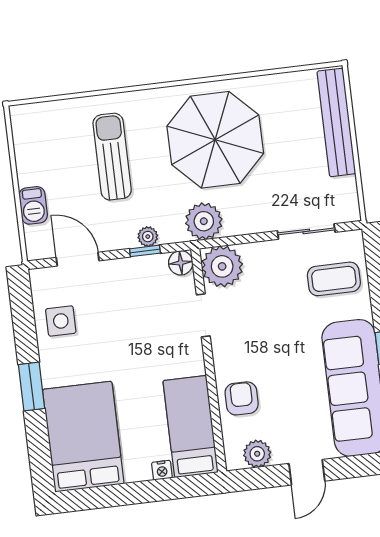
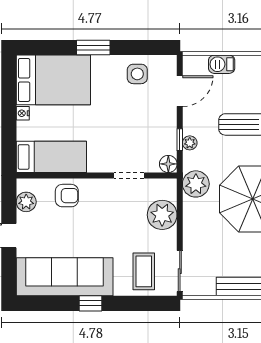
sliding door: (306, 231) -> (180, 271), moved
plant: (222, 266) -> (162, 215), moved
nightstand: (162, 470) -> (23, 113), moved

